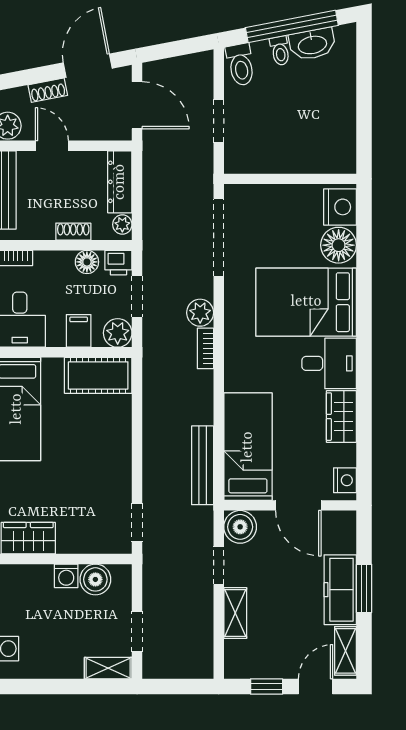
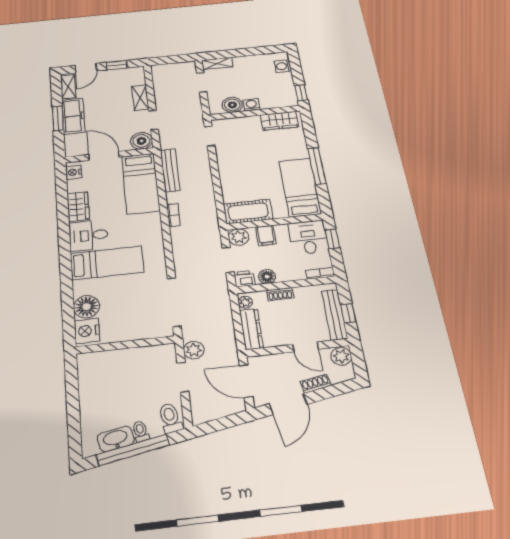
bed: (306, 302) -> (107, 263), width x0.67
plant: (200, 313) -> (194, 350), moved
bookcase: (205, 348) -> (173, 215), moved

